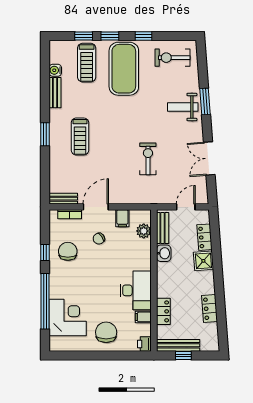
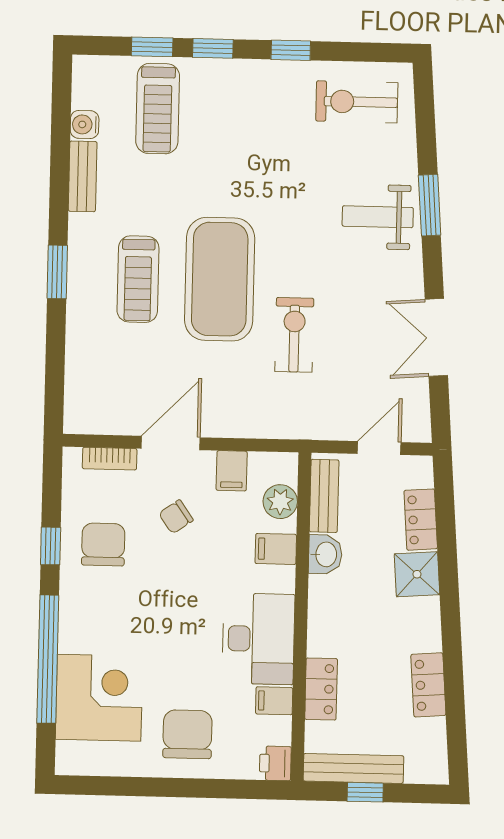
exercise mat: (124, 69) -> (220, 279), moved
bench: (63, 199) -> (96, 422), removed
filing cabinet: (142, 251) -> (276, 549), added

